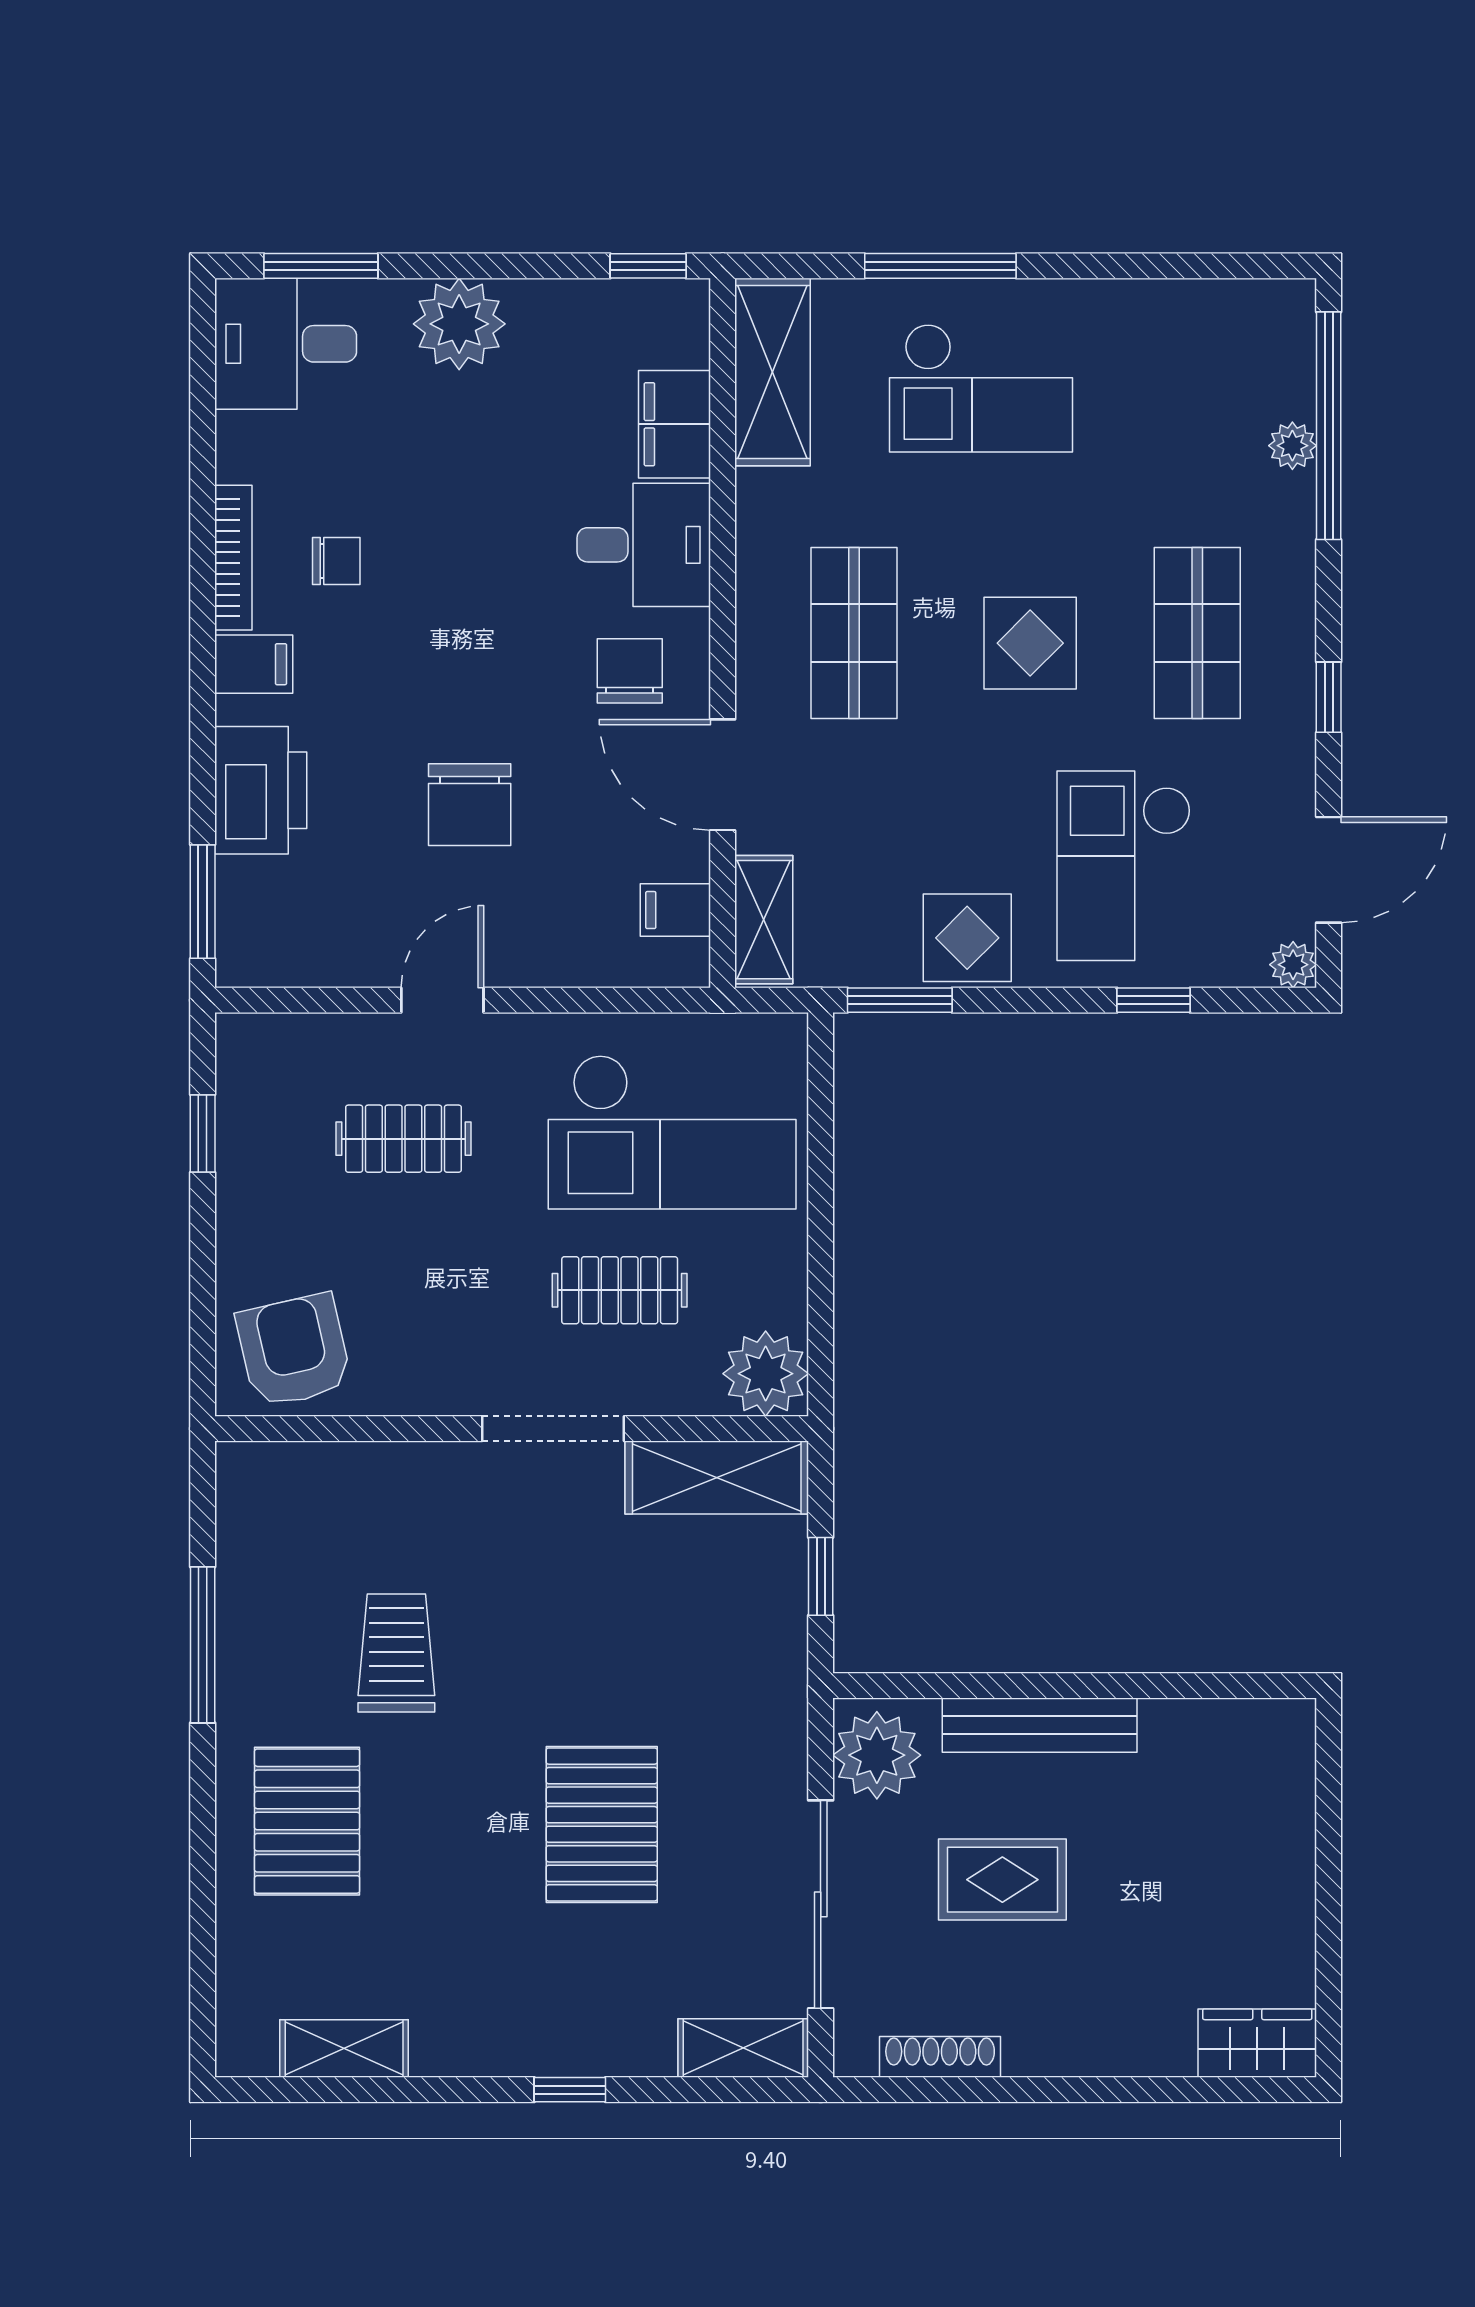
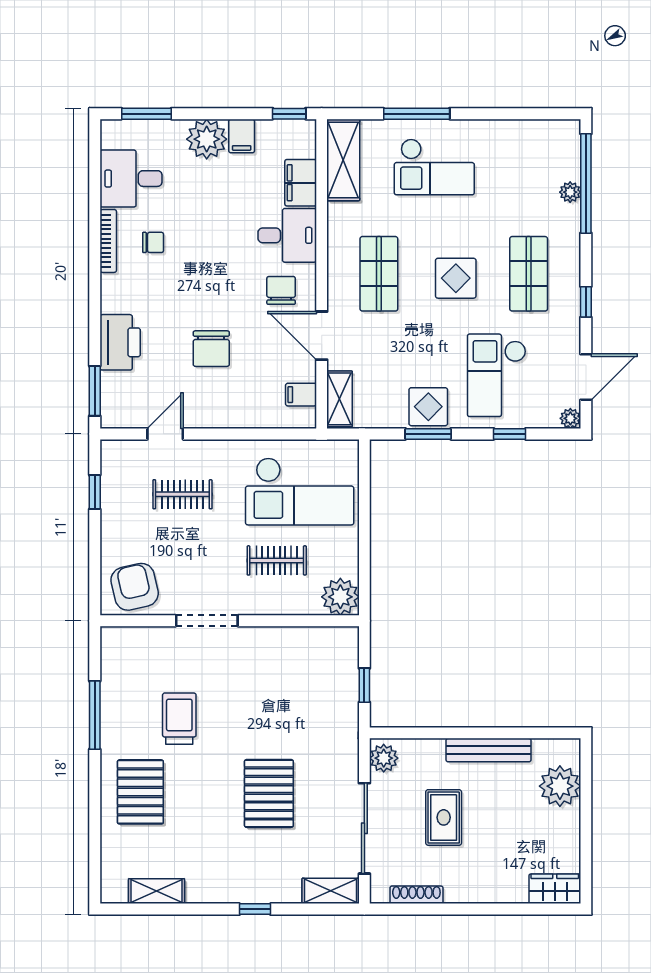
desk: (286, 344) -> (131, 179), moved
filing cabinet: (254, 664) -> (242, 136), moved, turned 90
door: (442, 1000) -> (165, 434), moved
window: (900, 1000) -> (428, 434), moved
doorway: (553, 1429) -> (207, 621), moved
shelving: (717, 1478) -> (319, 642), removed
bench: (1040, 1725) -> (489, 750), moved
plant: (877, 1755) -> (384, 758), width x0.73, depth x0.73
plant: (1269, 1808) -> (560, 786), added
rug: (1002, 1880) -> (444, 817), turned 90

